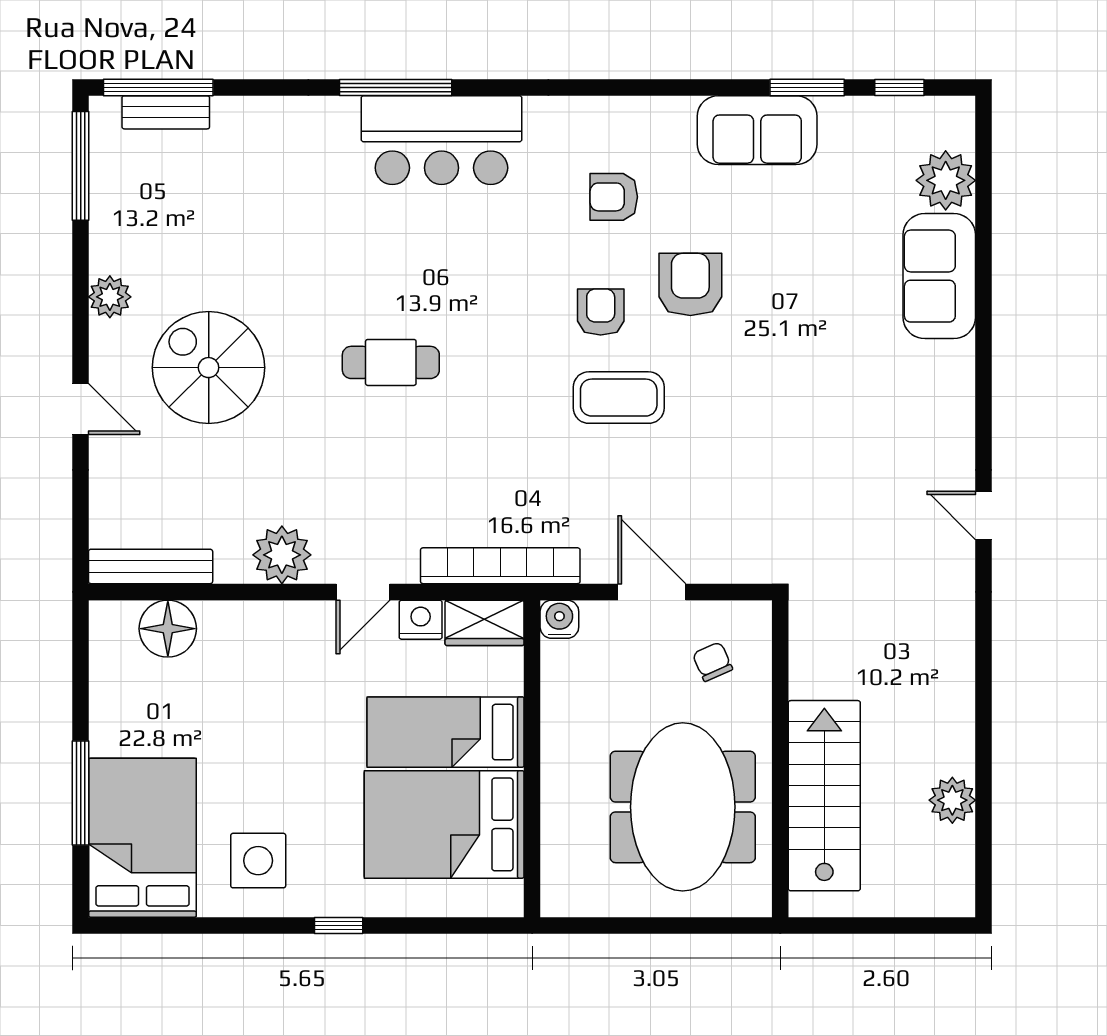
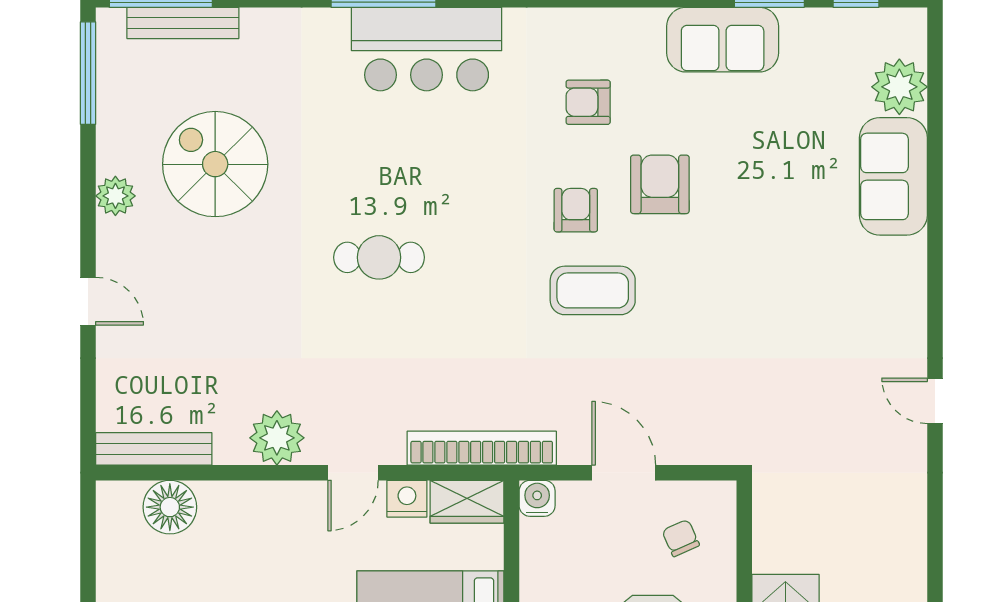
bench: (166, 112) -> (183, 23), width x1.36
spiral stairs: (209, 368) -> (215, 164), moved

